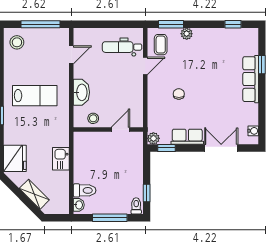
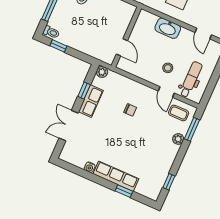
stool: (93, 118) -> (168, 68), moved
water cooler: (253, 131) -> (90, 167), moved
window: (166, 148) -> (84, 91), moved
double door: (221, 148) -> (69, 126), swing flipped

